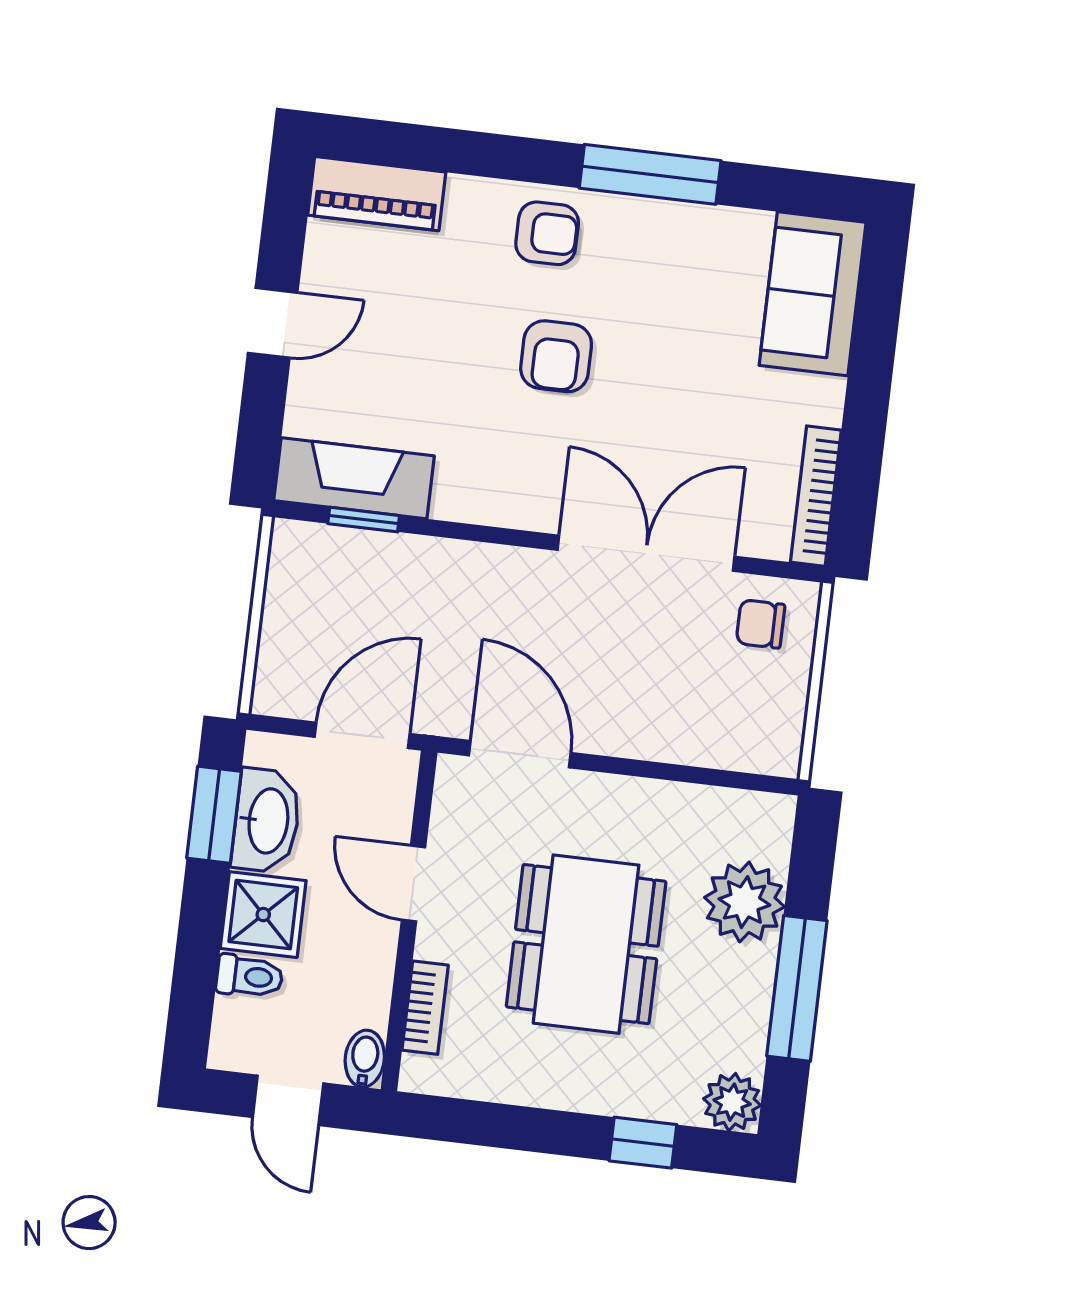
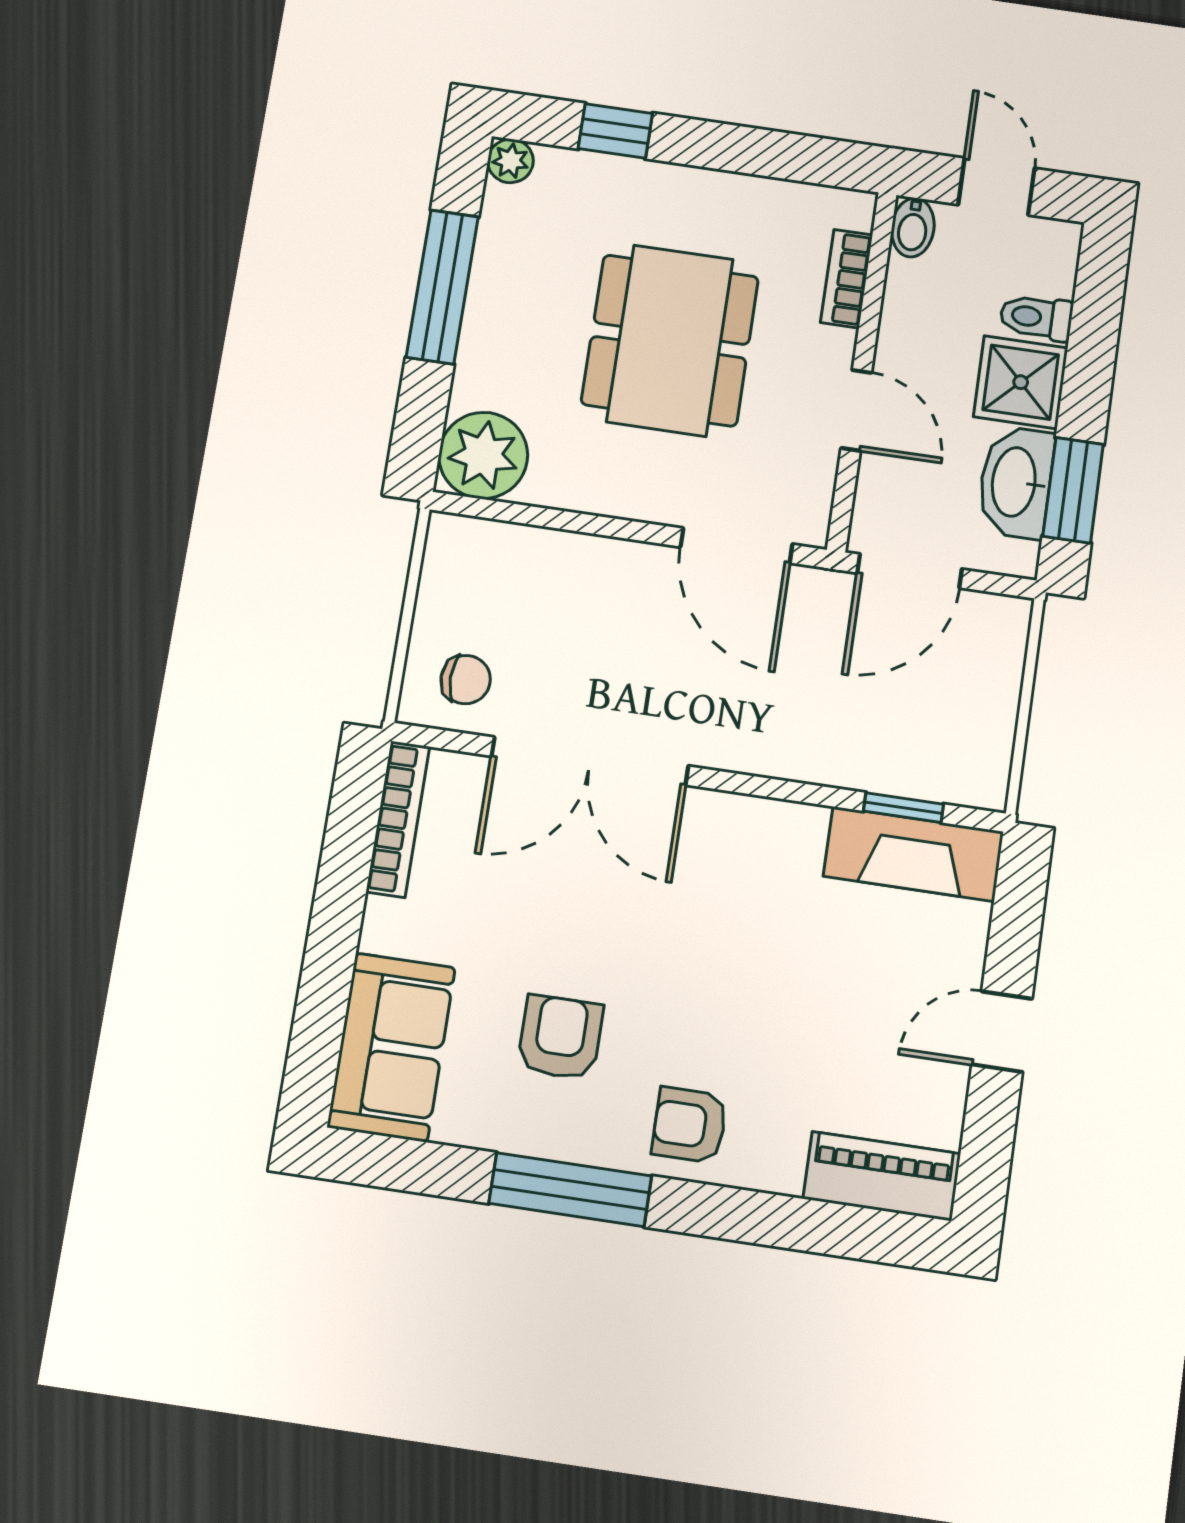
armchair: (556, 356) -> (560, 1037), moved
plant: (744, 902) -> (483, 455), moved
plant: (732, 1102) -> (510, 161), width x0.73, depth x0.73

